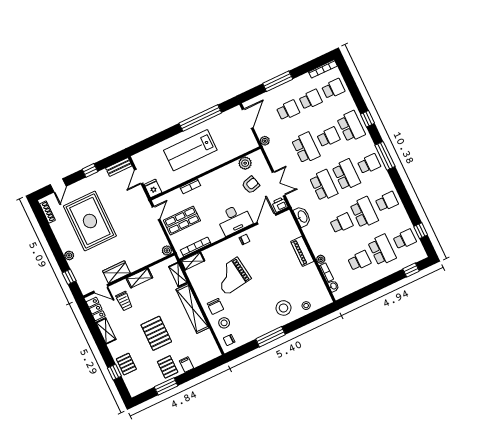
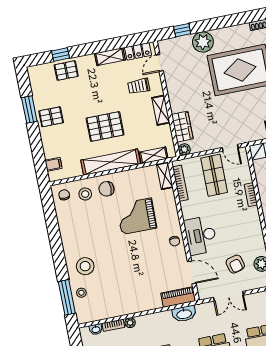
printer: (280, 205) -> (204, 292), removed
piano: (302, 251) -> (178, 297), moved
plant: (69, 255) -> (203, 42), width x1.88, depth x1.88
wardrobe: (116, 272) -> (182, 127), moved
grand piano: (232, 276) -> (136, 216), turned -81
pallet: (156, 333) -> (105, 126), moved
window: (271, 337) -> (67, 297), moved
filing cabinet: (186, 364) -> (54, 164), moved

